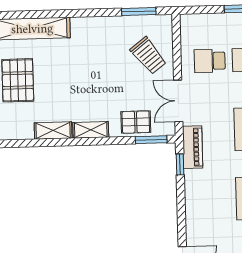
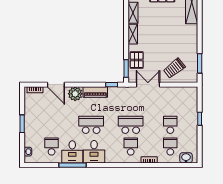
school desk: (210, 61) -> (170, 103), removed
piano: (193, 147) -> (95, 92), moved
plant: (198, 228) -> (75, 94), added

